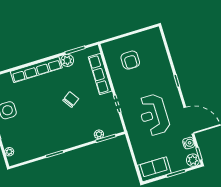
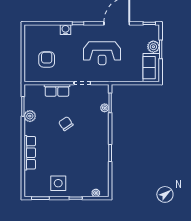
armchair: (130, 60) -> (47, 59), turned -90
row of seats: (36, 70) -> (30, 153), width x0.73
row of seats: (100, 74) -> (57, 90), width x0.68
water cooler: (189, 143) -> (66, 30), moved
plant: (193, 160) -> (153, 47), moved

